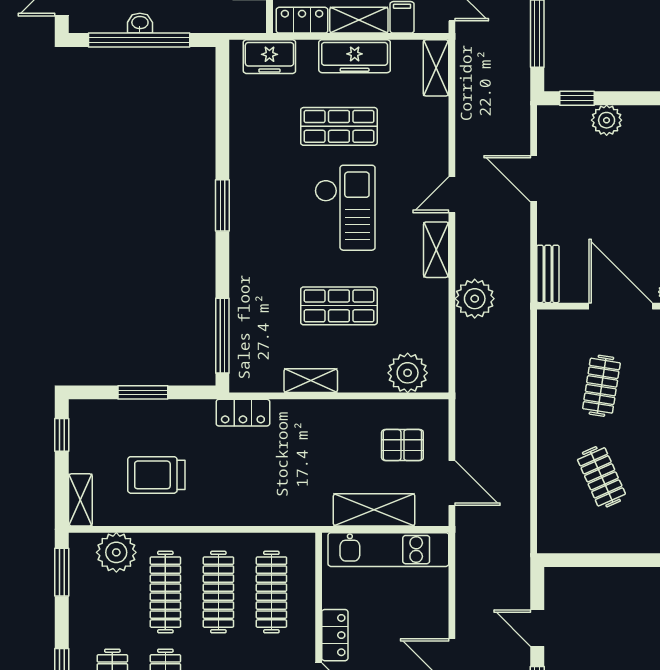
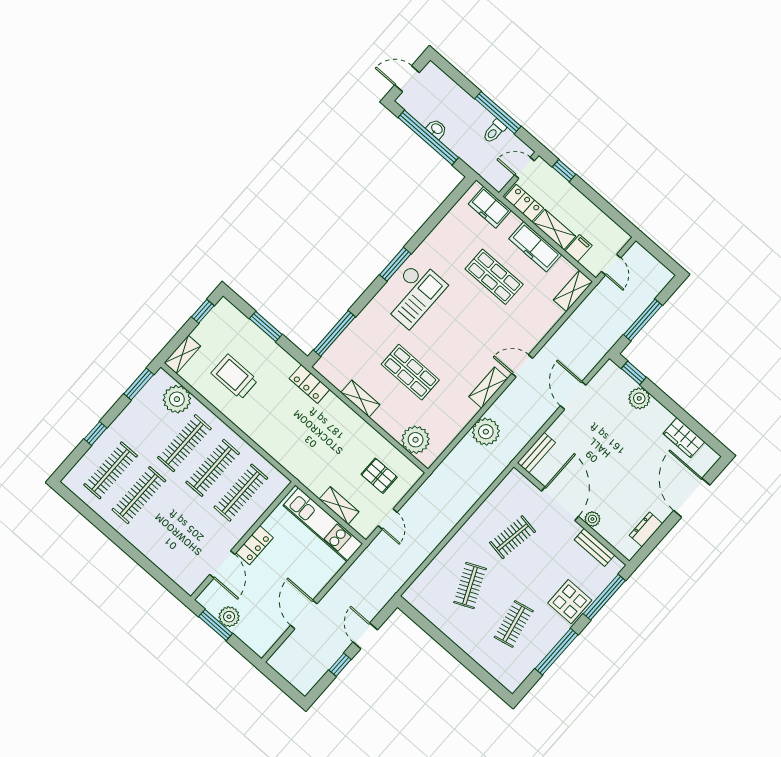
checkout: (345, 208) -> (413, 294), moved
door: (452, 483) -> (388, 519), width x0.73
shelving: (374, 510) -> (339, 505), width x0.67, depth x0.75

